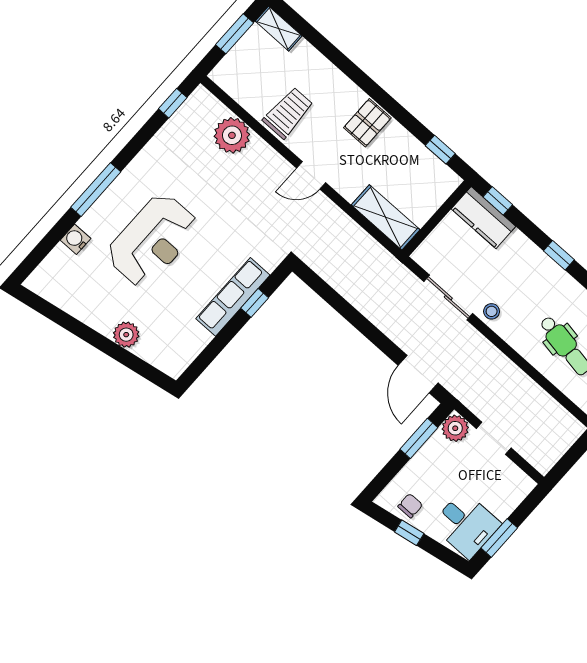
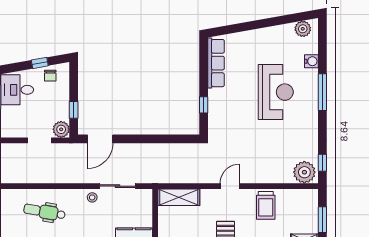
plant: (232, 135) -> (304, 172), moved
reception desk: (153, 240) -> (276, 92), turned 180
row of seats: (233, 297) -> (216, 63), moved
plant: (126, 335) -> (303, 29), moved
door: (418, 374) -> (100, 139), swing flipped
window: (419, 438) -> (74, 110), width x0.67

